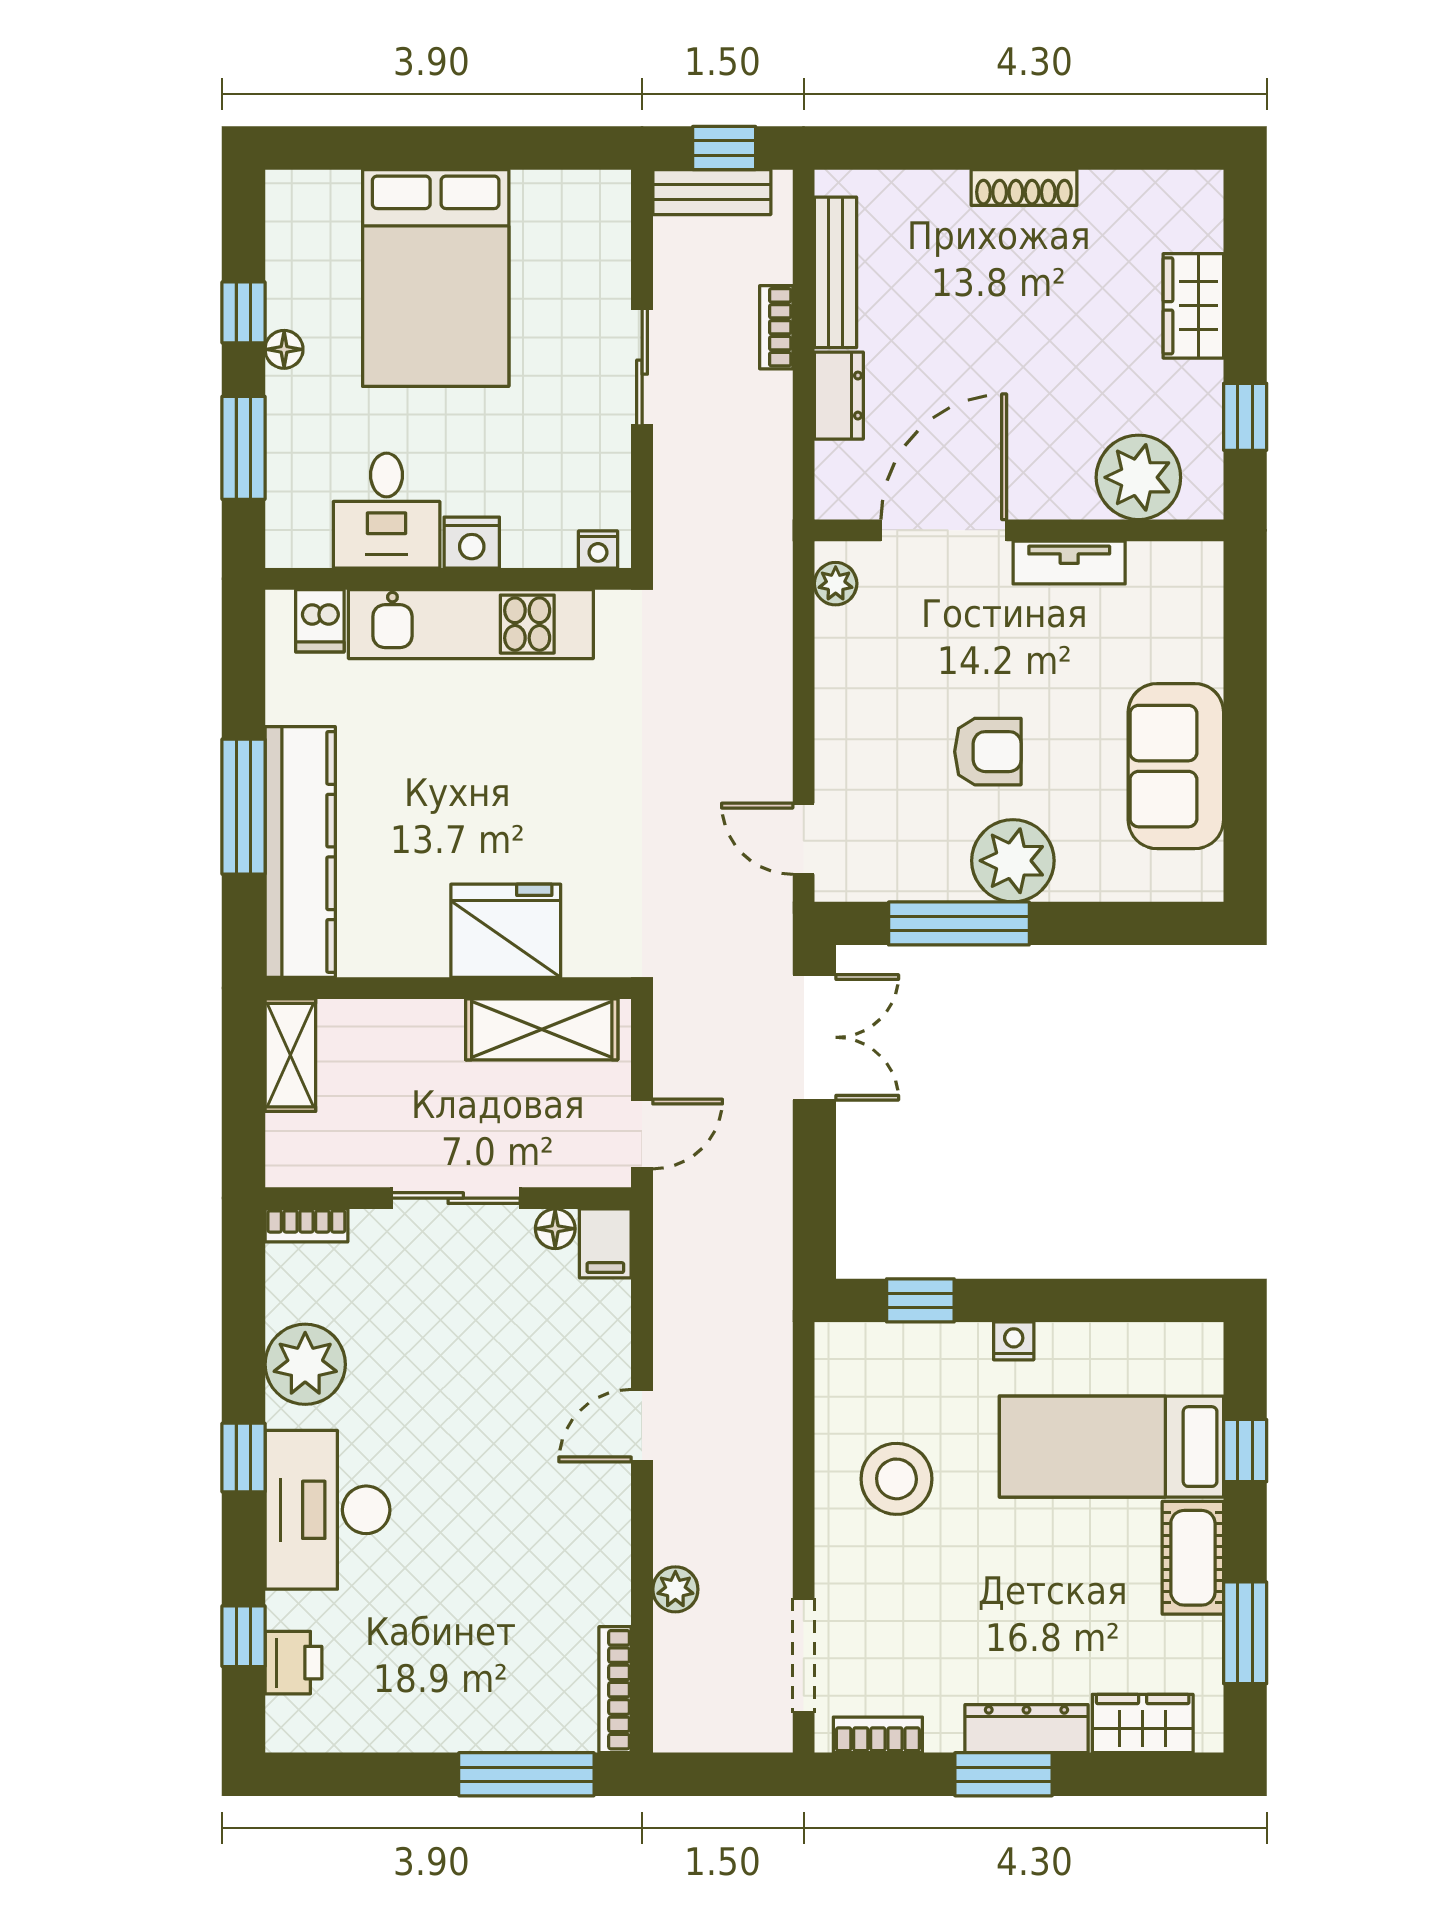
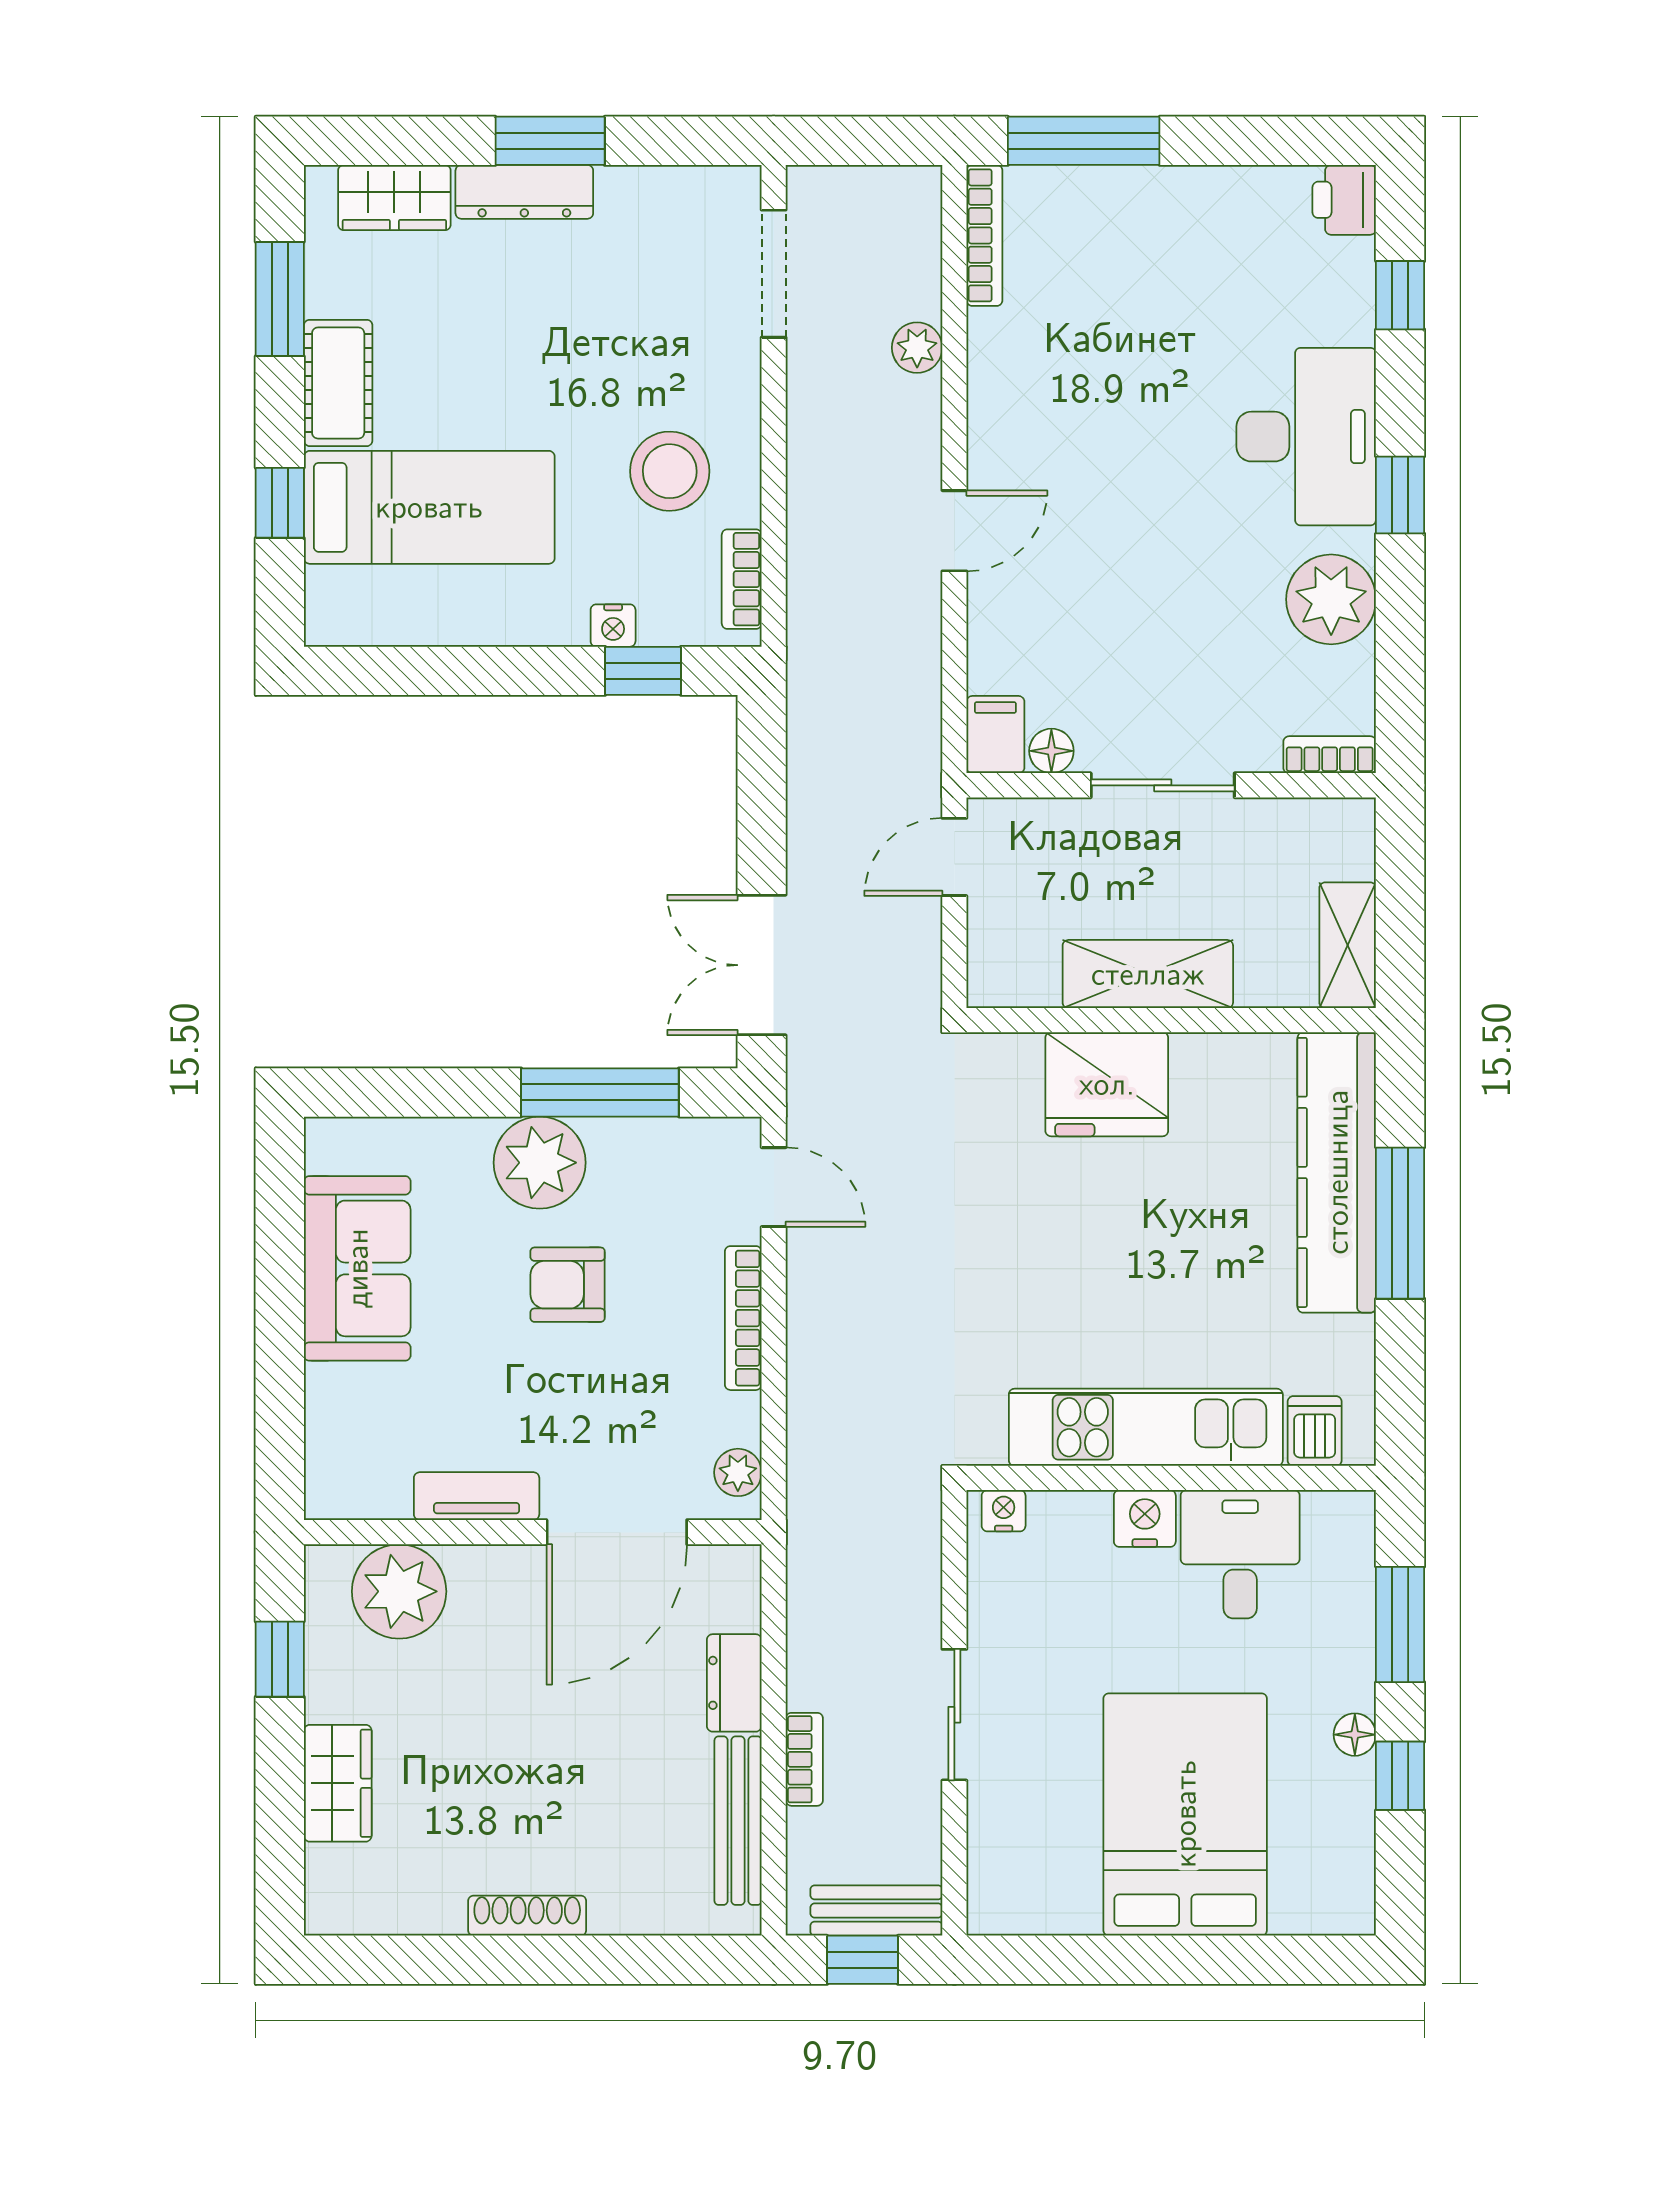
bookcase: (831, 722) -> (743, 1318), added
shelving: (542, 1029) -> (1148, 974), moved
nightstand: (1014, 1341) -> (613, 626), moved
printer: (293, 1663) -> (1344, 200), moved
bookcase: (878, 1735) -> (742, 579), moved, turned 90

